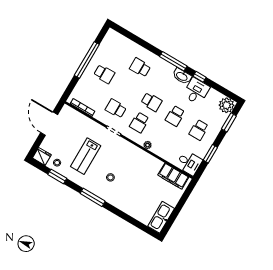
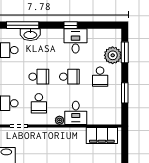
window: (173, 61) -> (23, 25), moved
washbasin: (182, 76) -> (30, 35), moved
plant: (226, 105) -> (113, 55), moved
school desk: (175, 116) -> (69, 77), turned -90
desk: (189, 163) -> (76, 113), moved, turned 90

